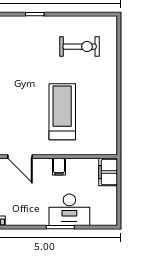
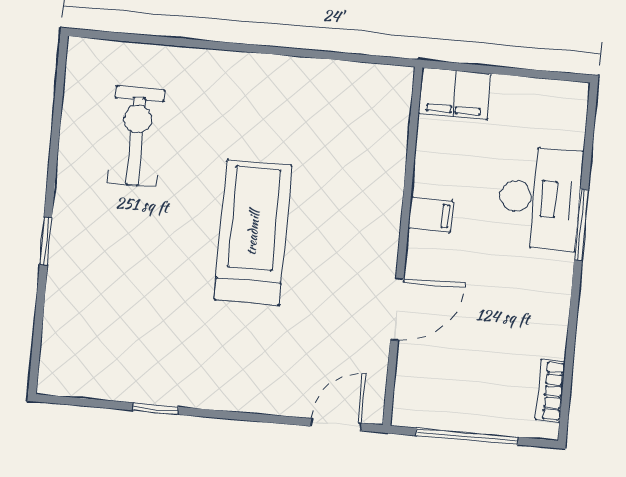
treadmill: (62, 112) -> (253, 233), moved, turned 90

